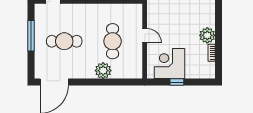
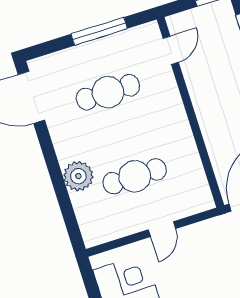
cafe table: (64, 41) -> (108, 92), turned 90

